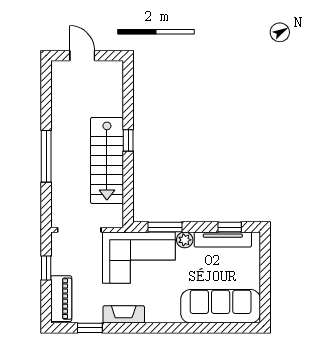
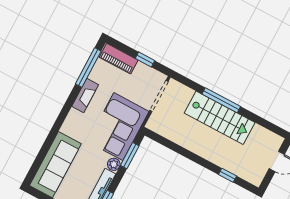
window: (128, 140) -> (228, 175), moved
stairs: (107, 160) -> (220, 118), moved, turned 180
window: (90, 328) -> (88, 67), width x2.17

